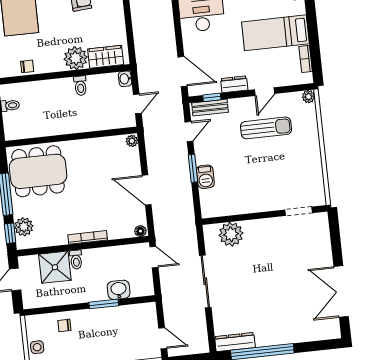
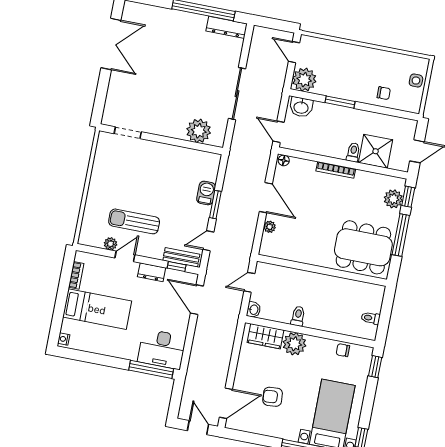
plant: (309, 97) -> (111, 244), moved
plant: (132, 141) -> (270, 227), moved
washbasin: (119, 290) -> (301, 107), moved
plant: (145, 315) -> (304, 80), added

